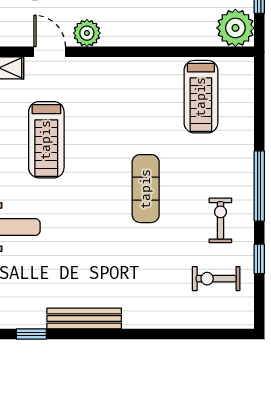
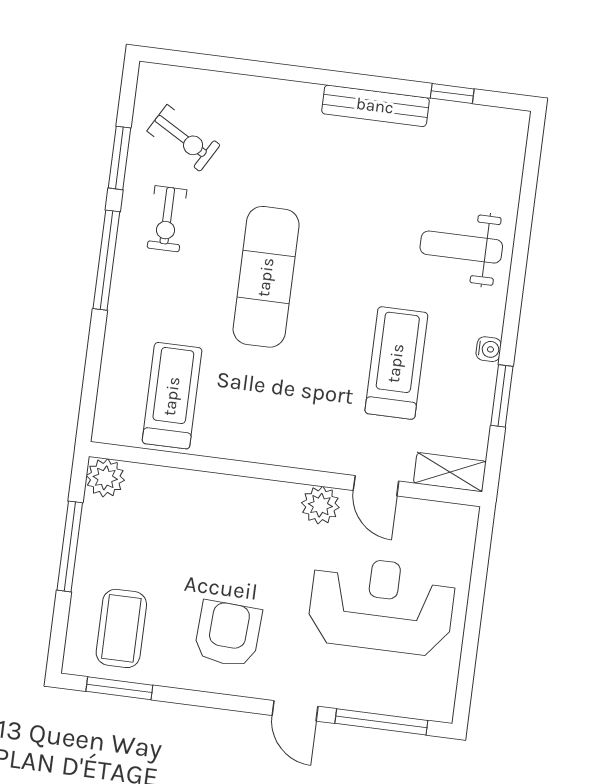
plant: (235, 28) -> (105, 478), width x0.73, depth x0.73
exercise mat: (146, 189) -> (266, 277), width x1.36, depth x1.45
window: (259, 259) -> (119, 158), width x1.50
exercise bike: (216, 279) -> (183, 138), turned 30

